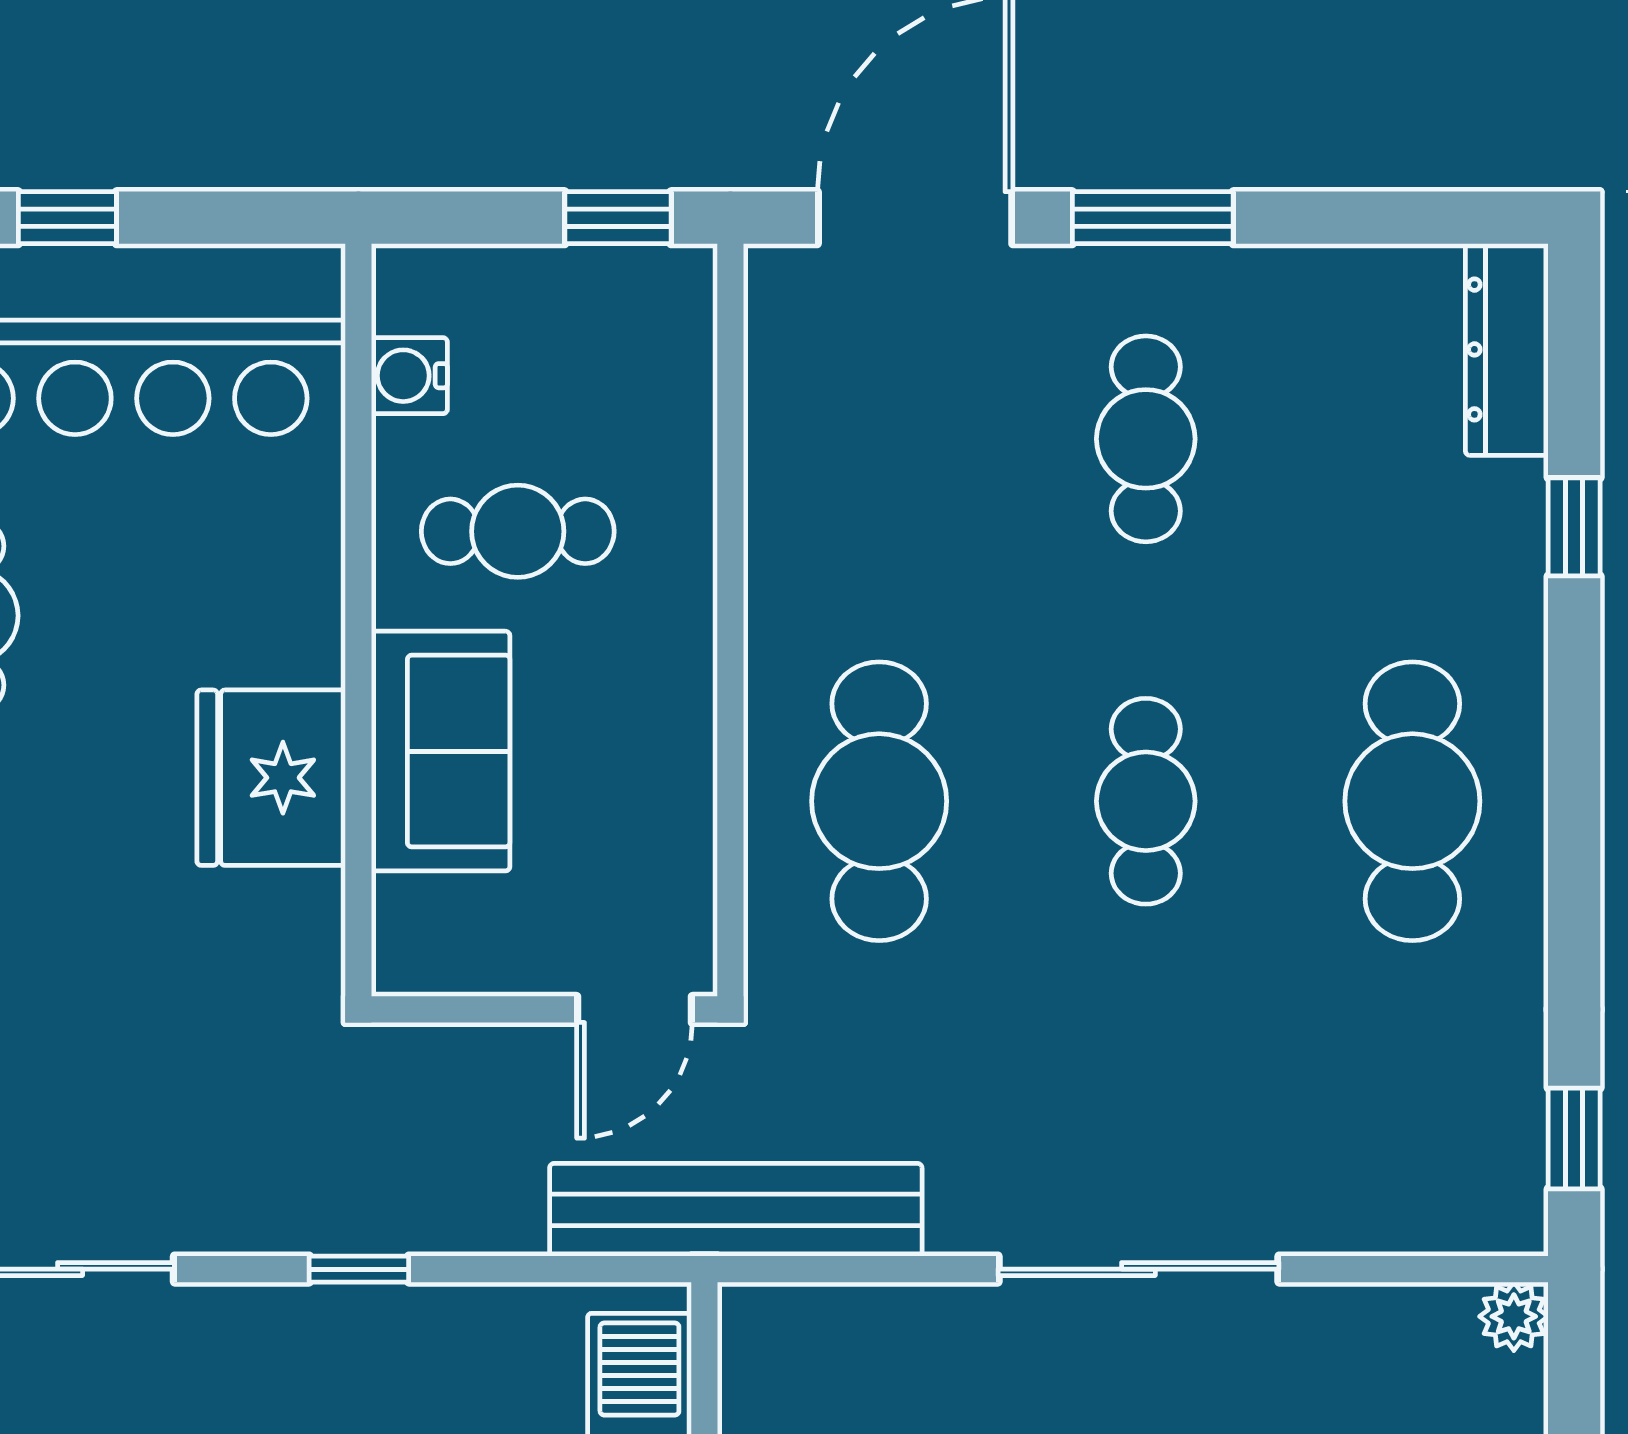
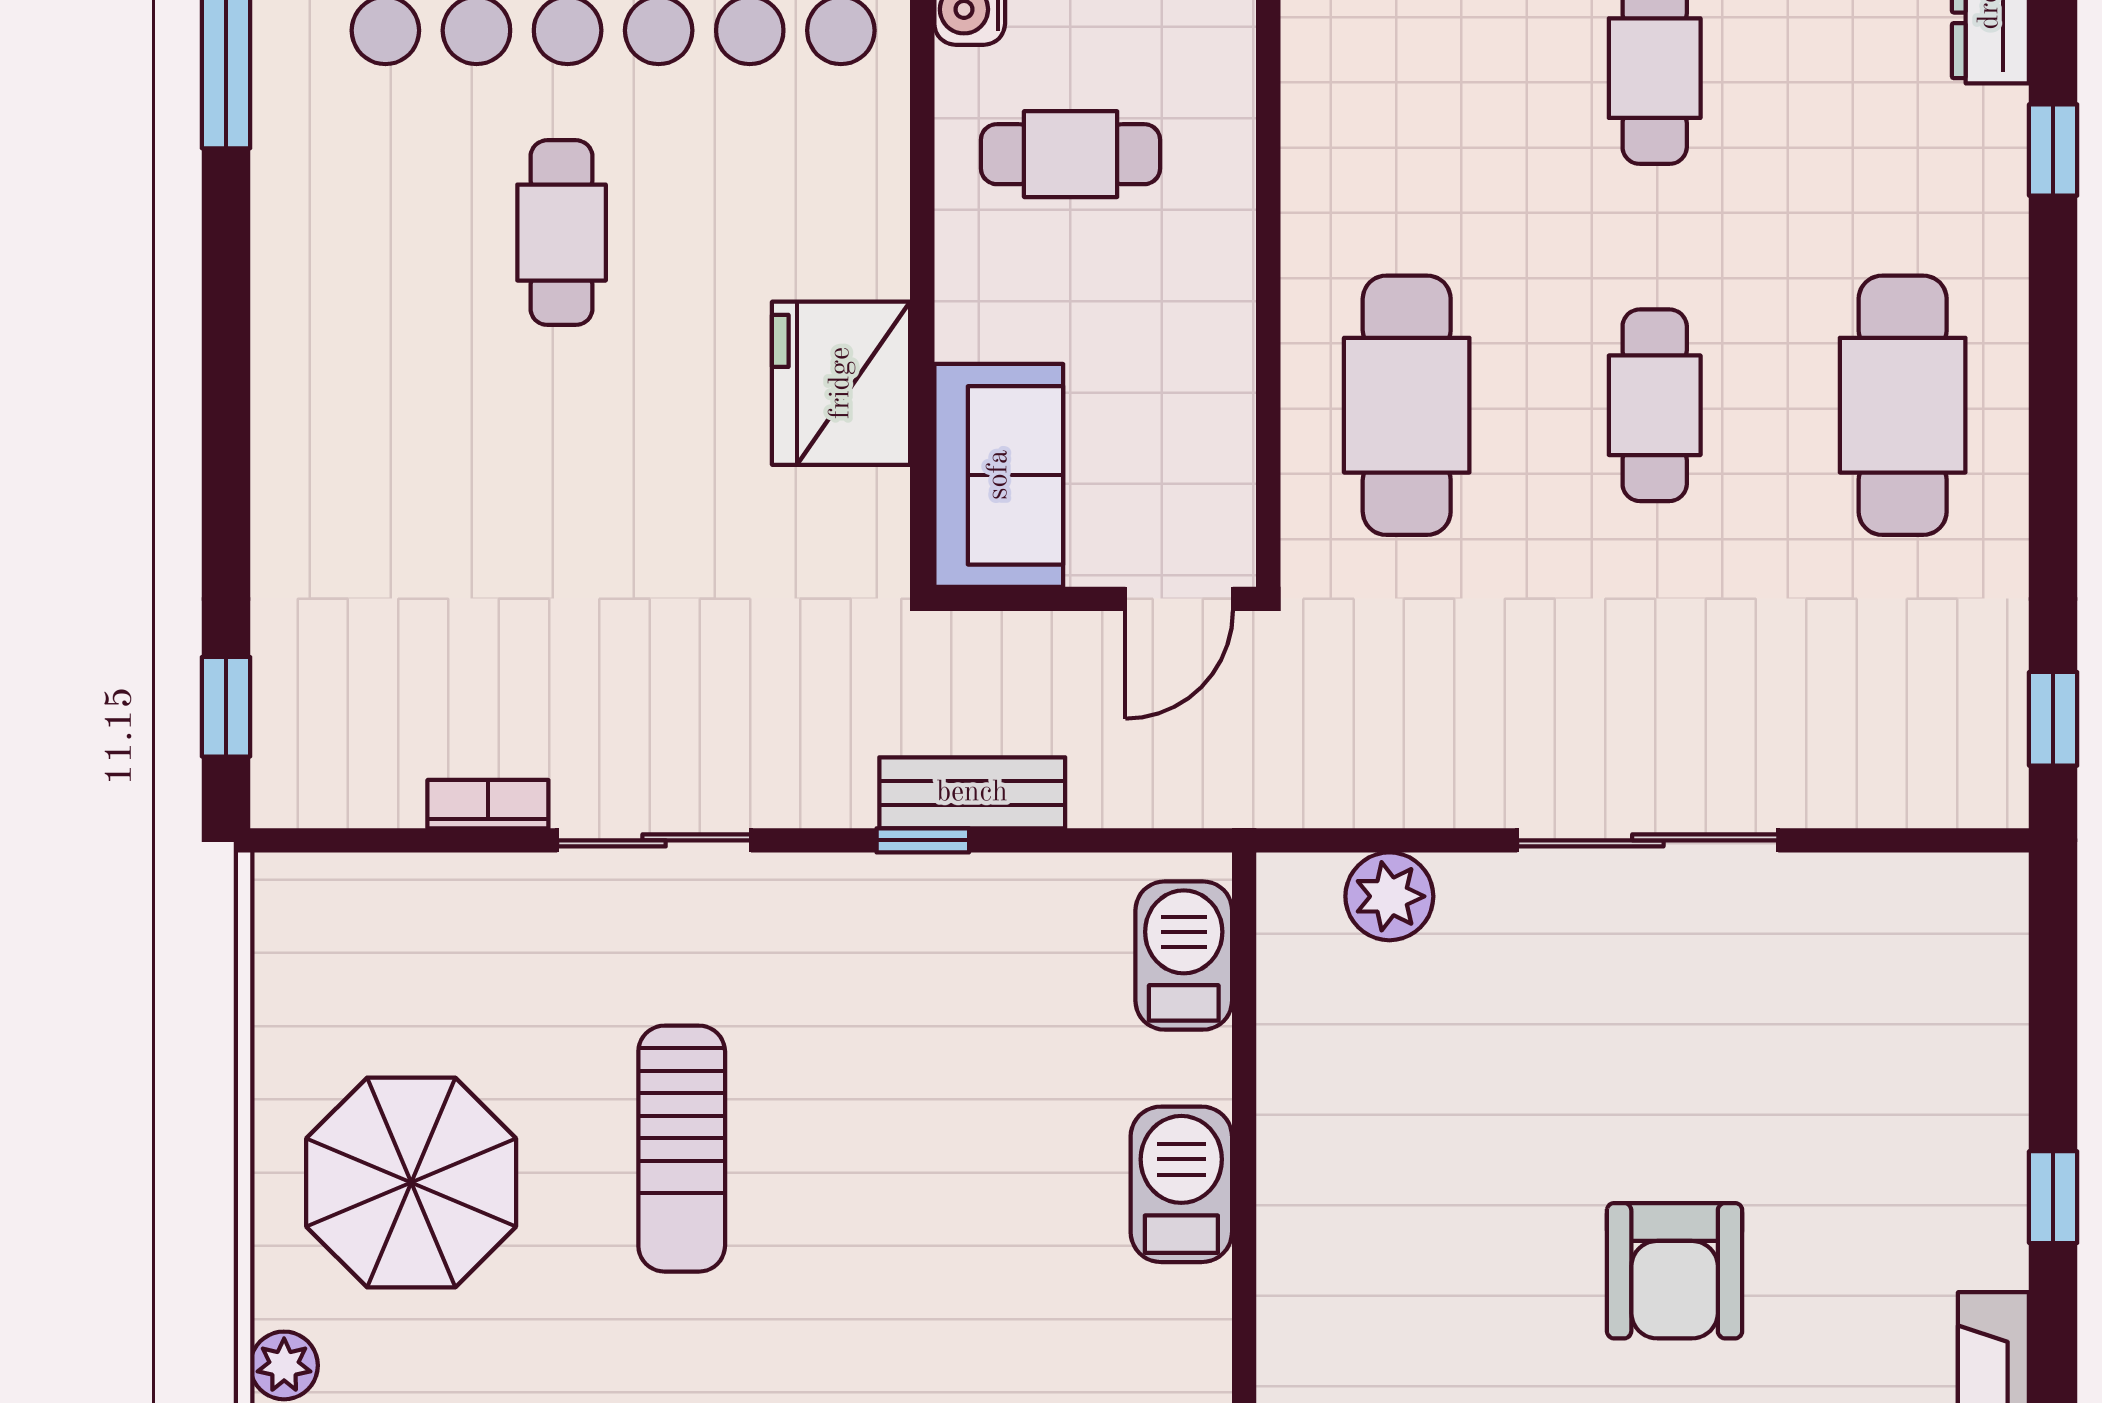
sofa: (441, 751) -> (999, 475), moved
bench: (736, 1210) -> (972, 793), moved, width x0.54, depth x0.82
plant: (1514, 1316) -> (1389, 896), moved, width x1.38, depth x1.38

